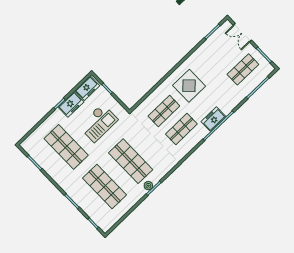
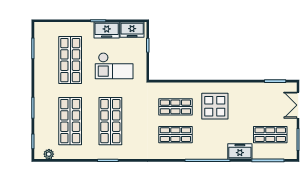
freezer: (213, 119) -> (240, 151), moved
plant: (148, 186) -> (49, 154), moved

